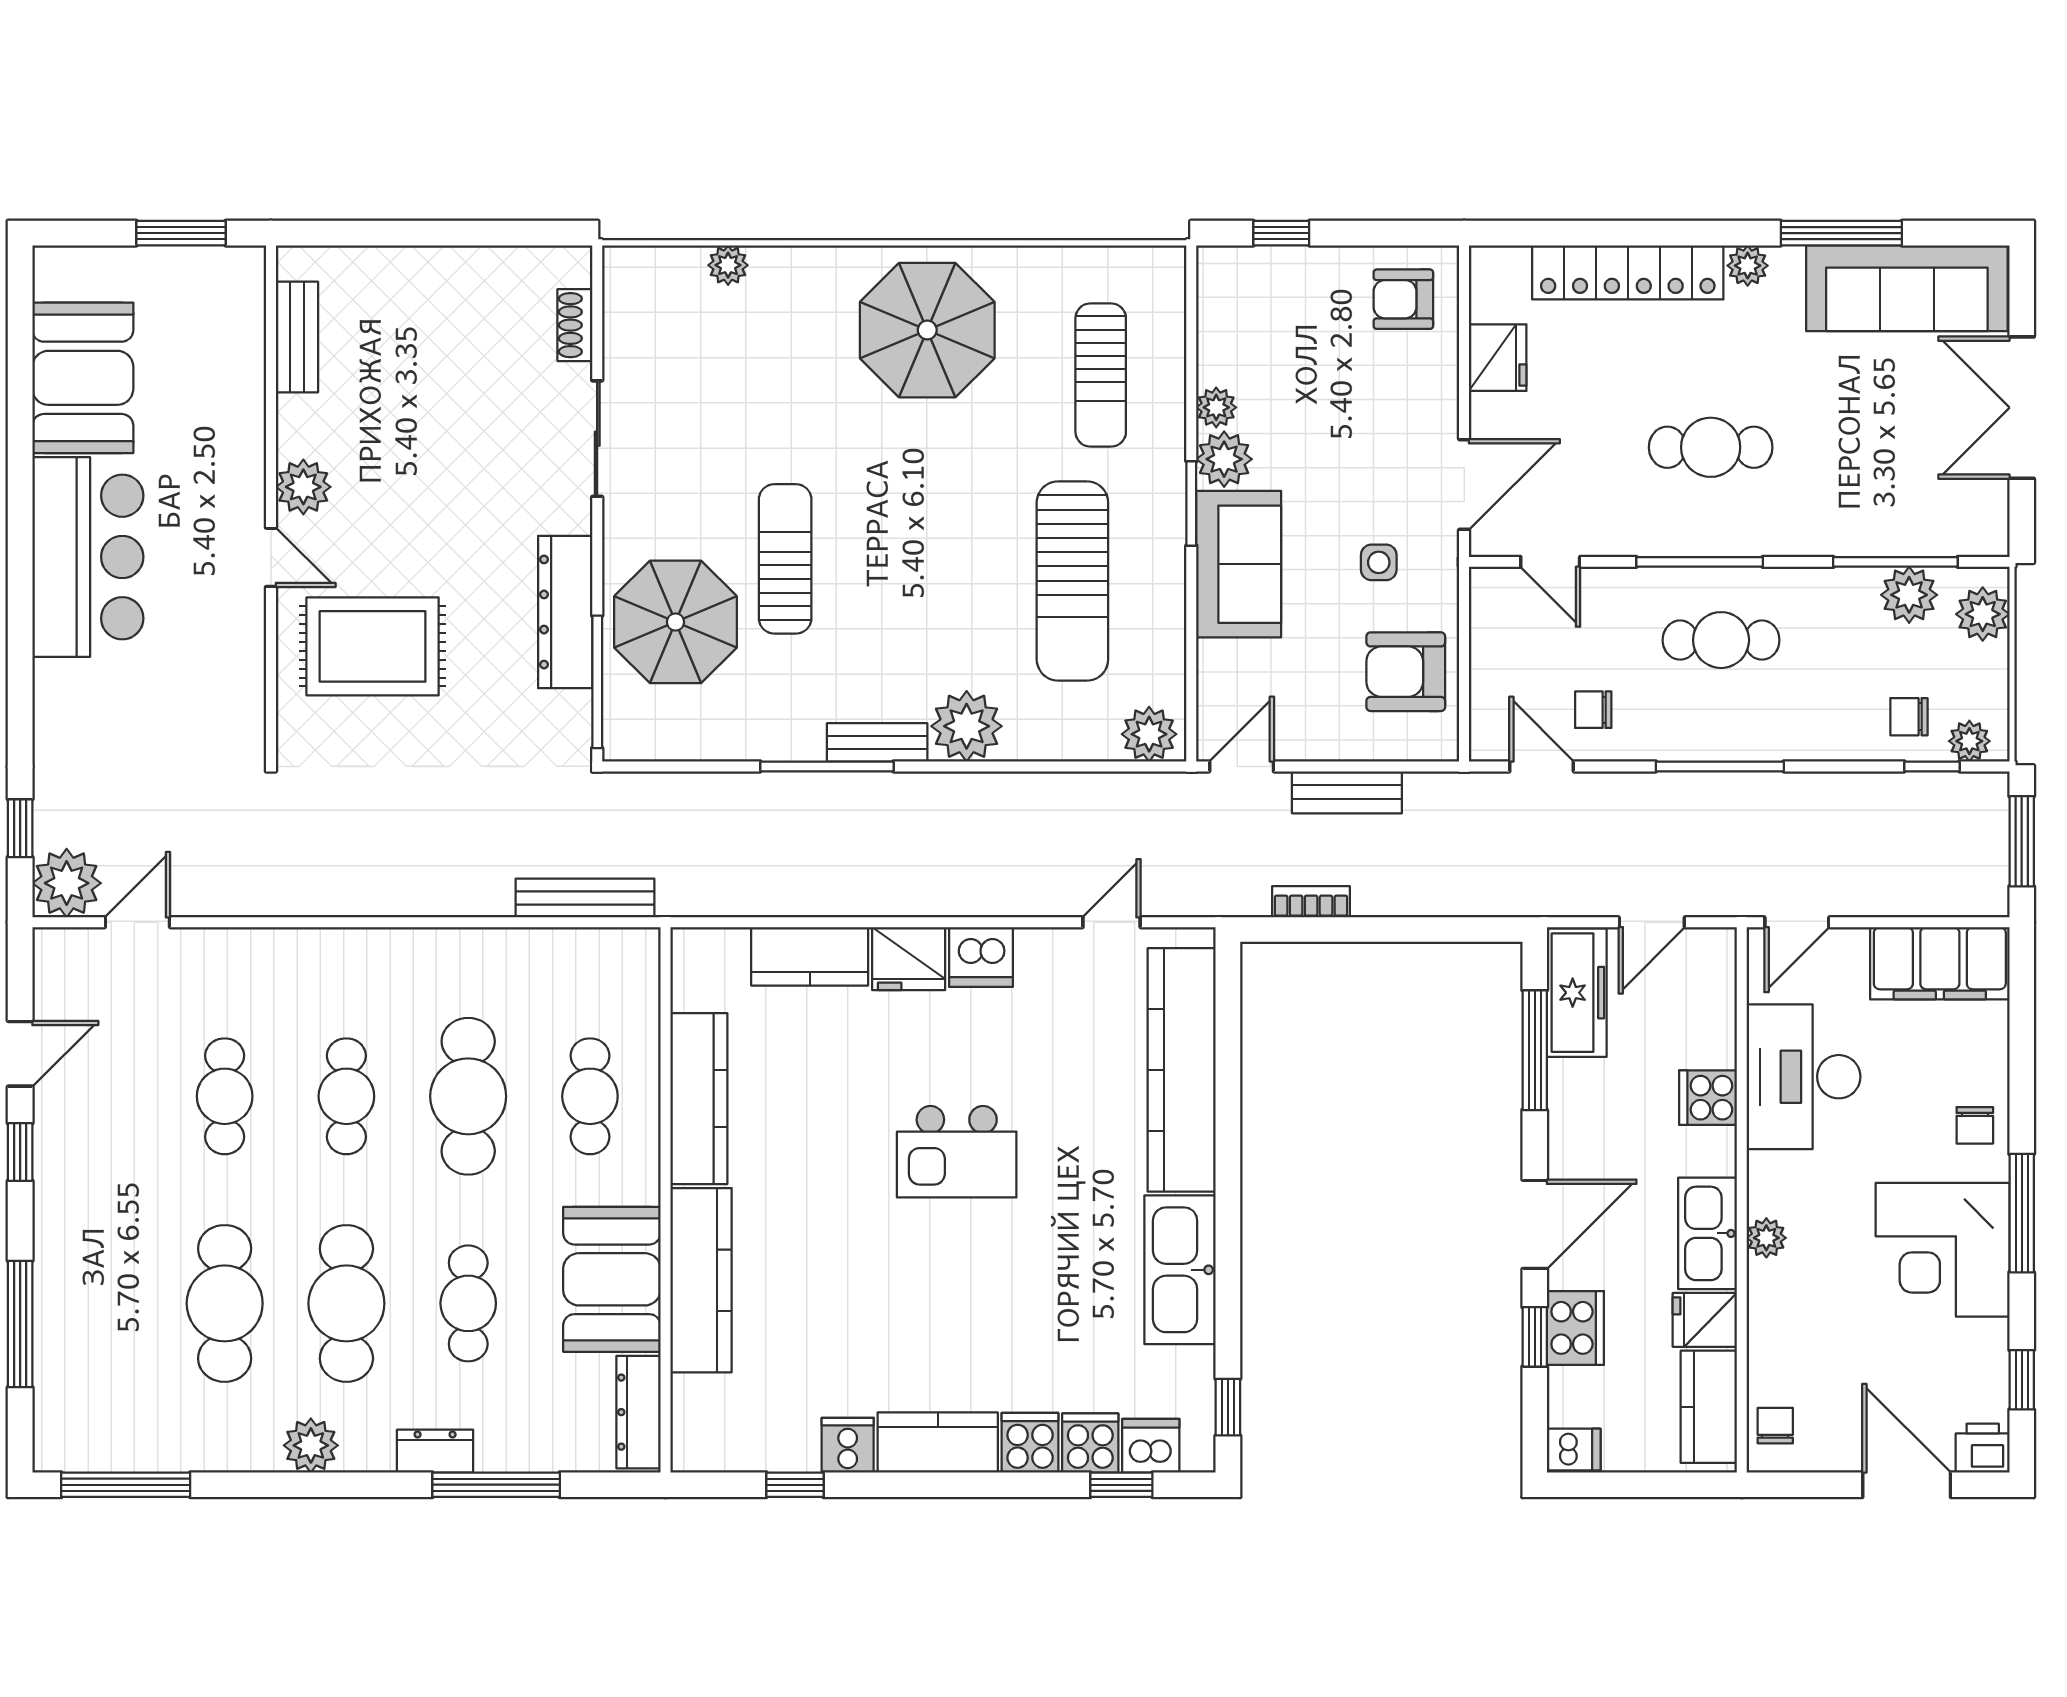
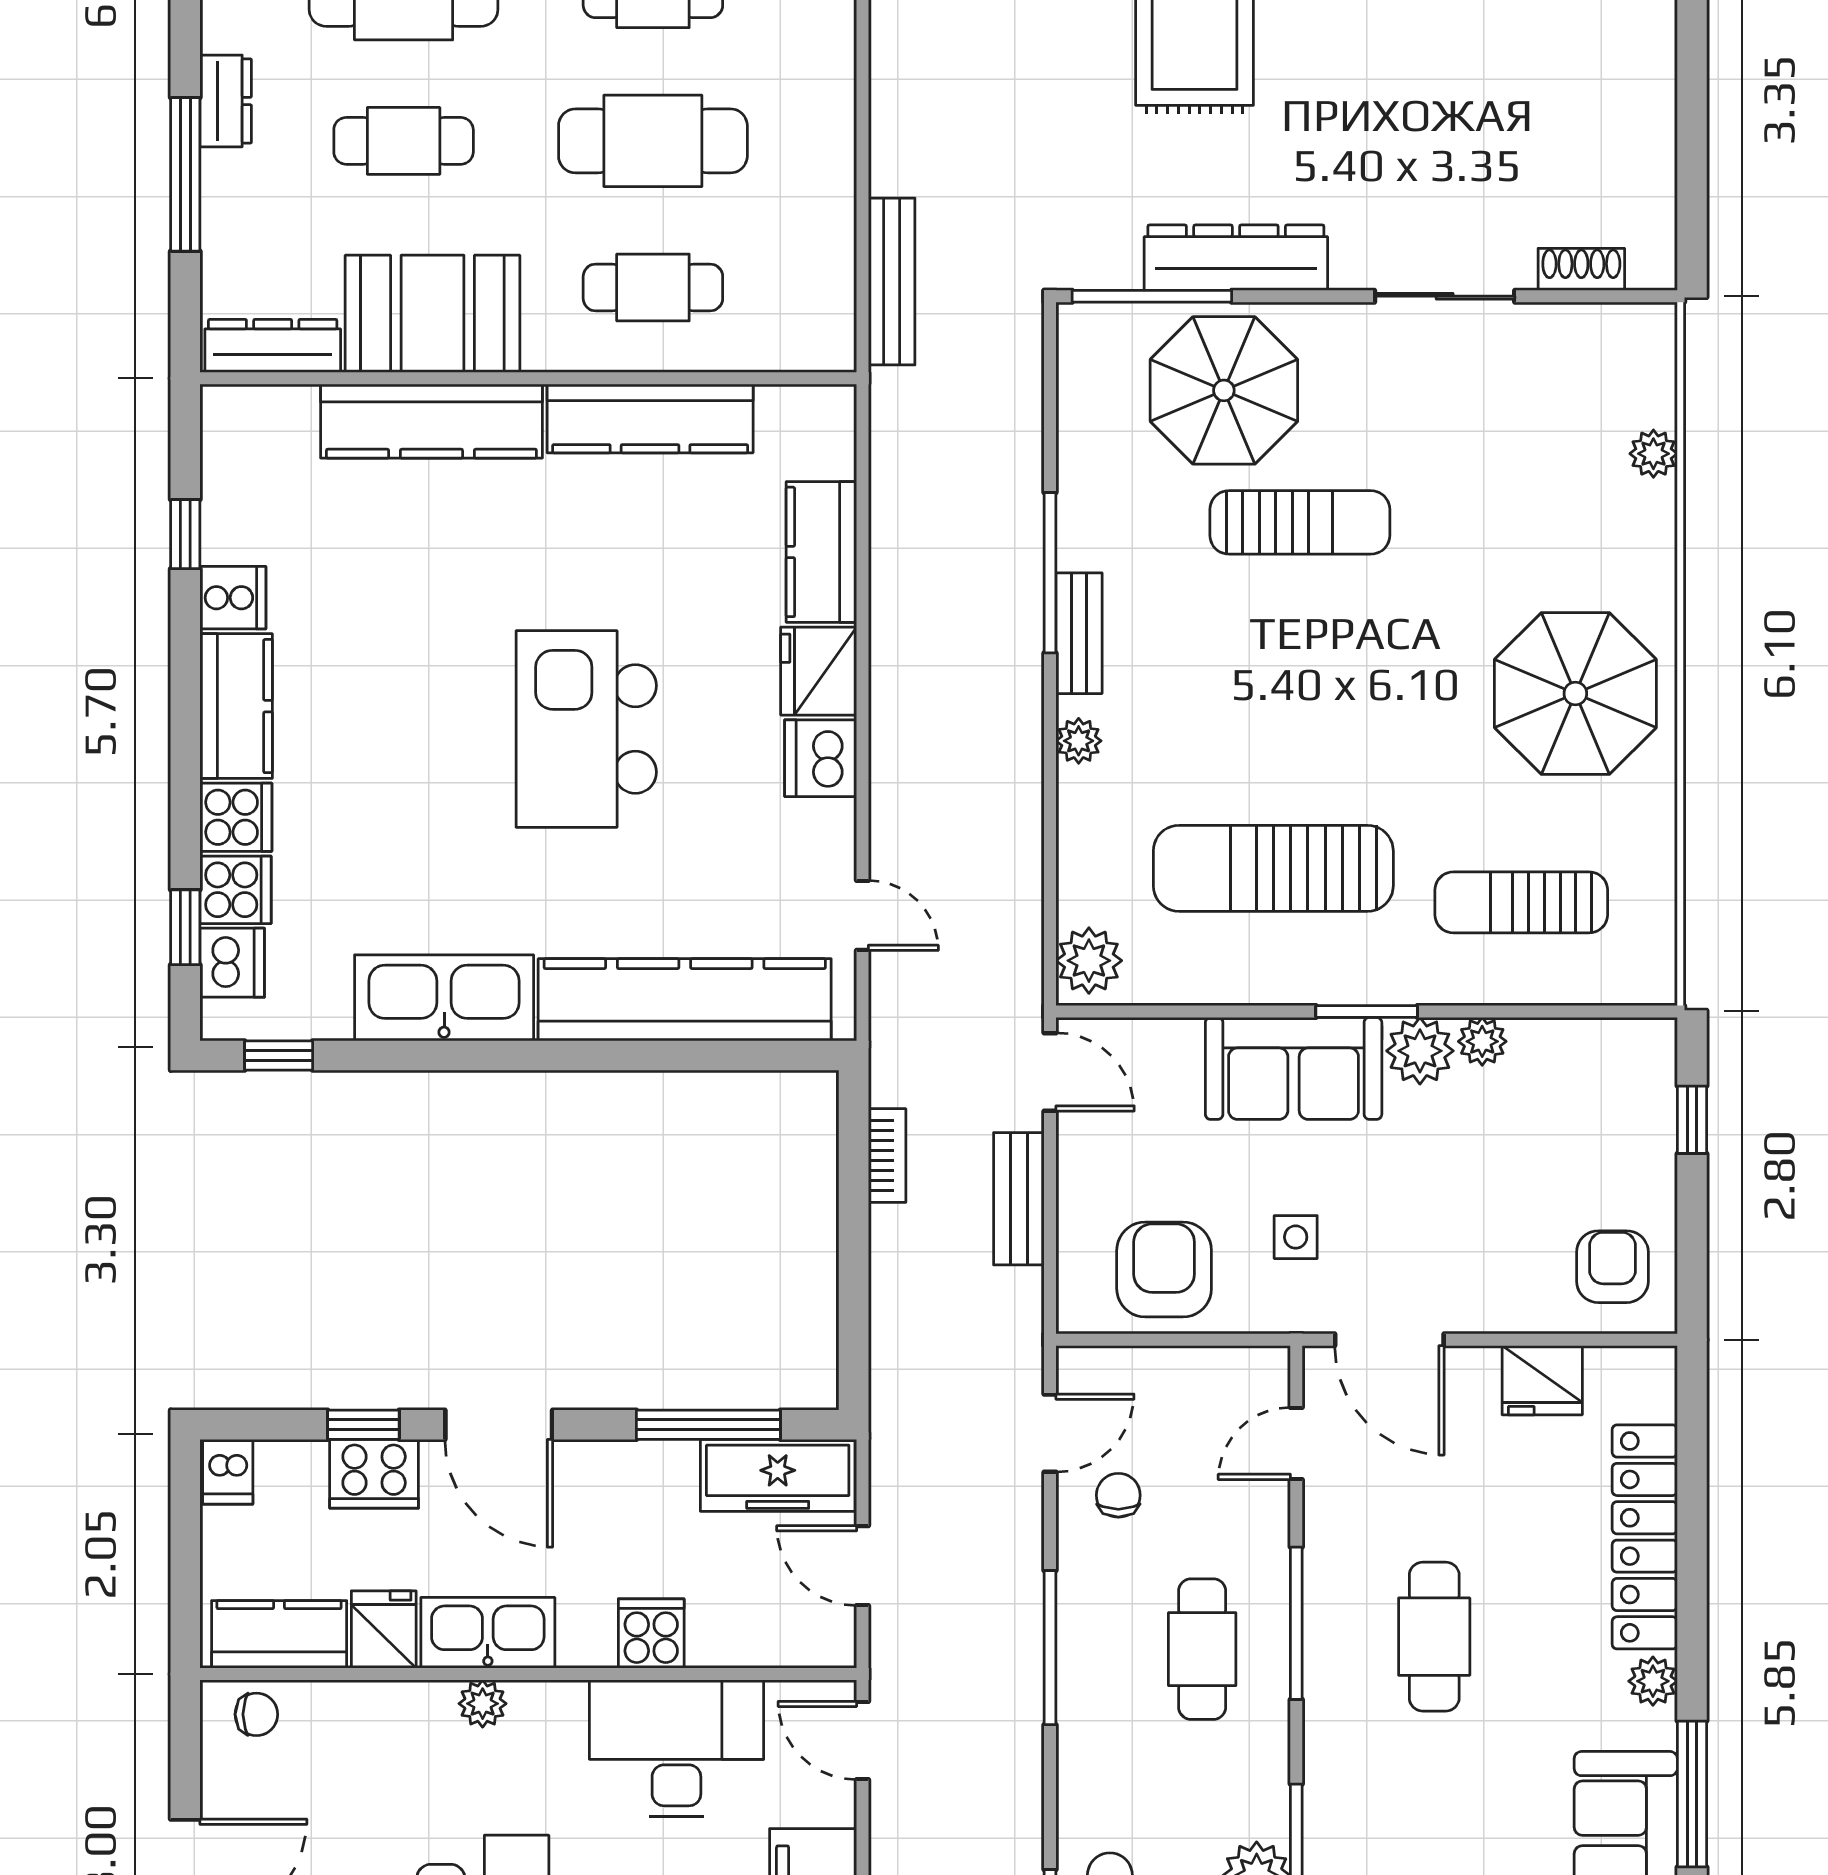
plant: (967, 726) -> (1079, 741), width x0.53, depth x0.53
kitchen island: (957, 1152) -> (586, 729), width x1.37, depth x1.28

